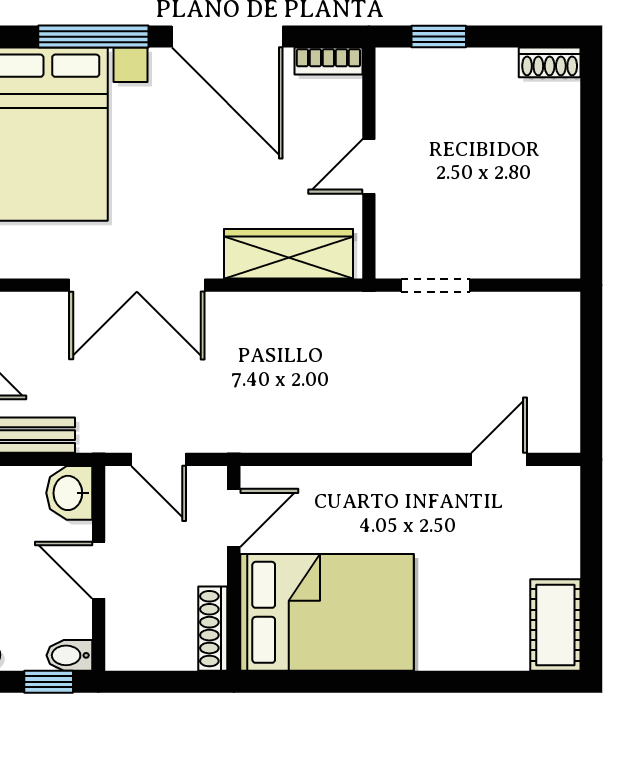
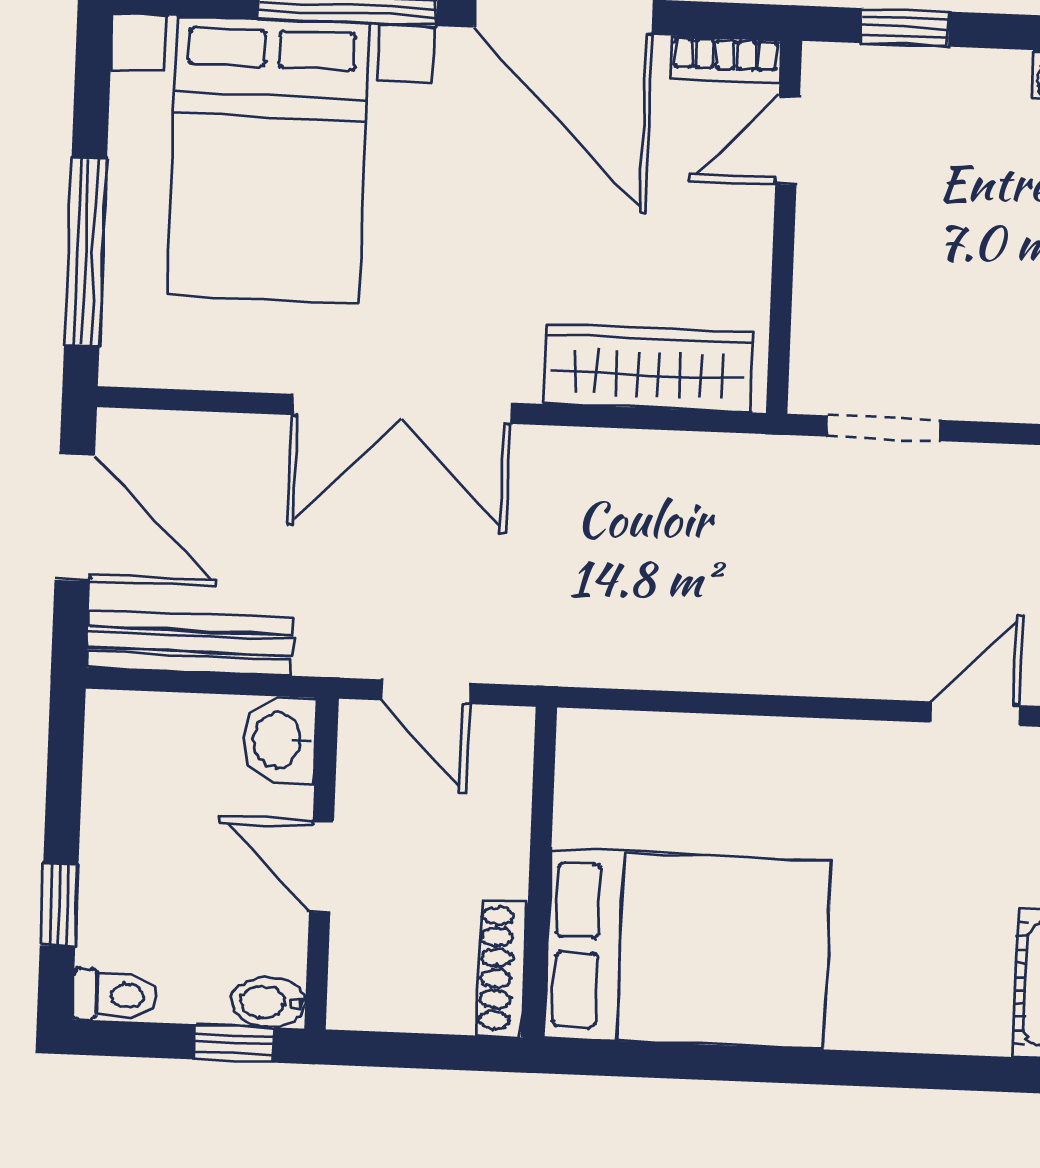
door: (369, 167) -> (788, 141), moved
door: (234, 518) -> (543, 791), removed

